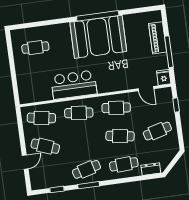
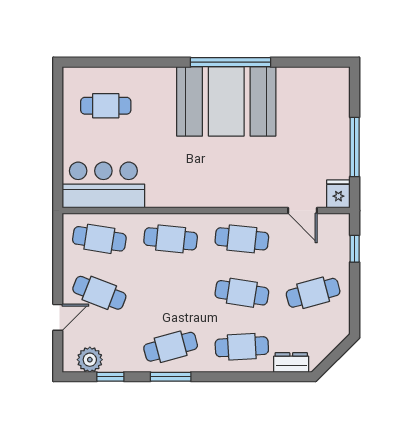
piano: (158, 38) -> (337, 118), removed
bar counter: (74, 85) -> (103, 185), moved
plant: (45, 182) -> (90, 360), added

